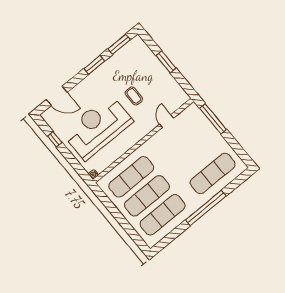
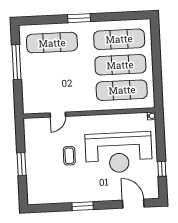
window: (119, 44) -> (49, 208), removed
window: (213, 119) -> (16, 62), moved
window: (206, 208) -> (79, 18), width x0.47

